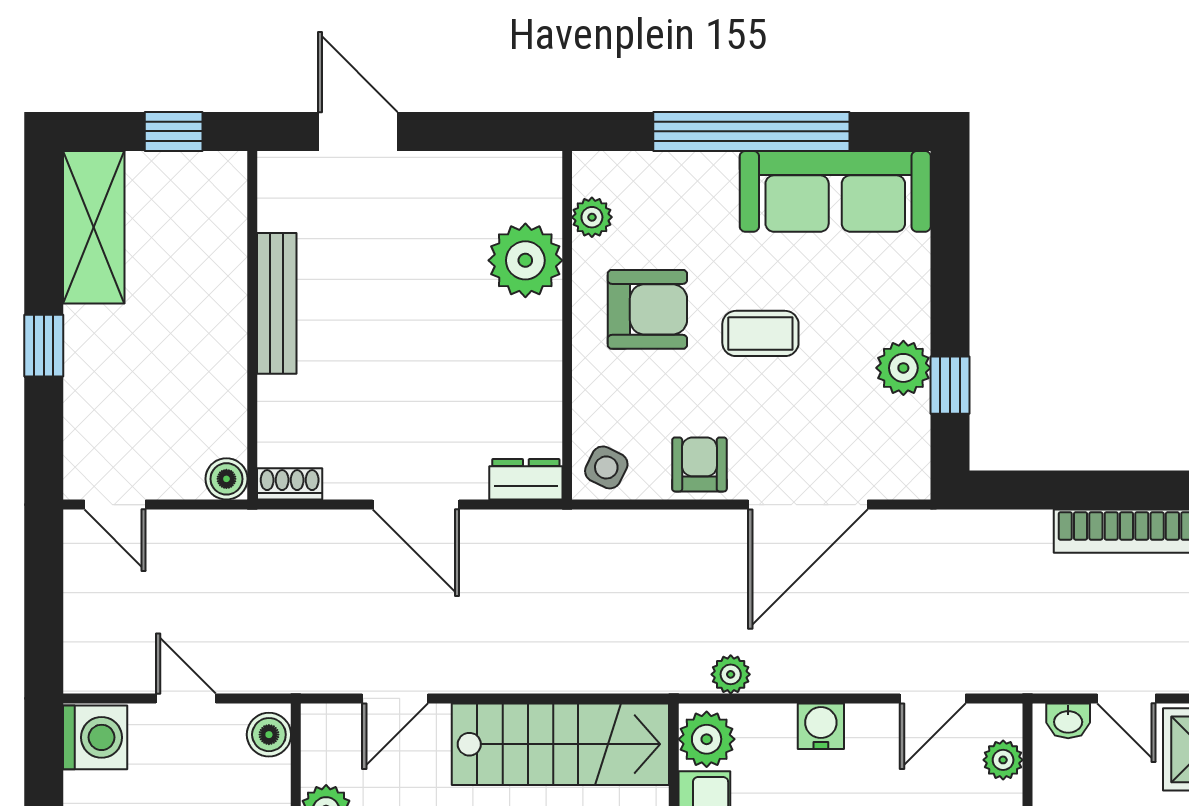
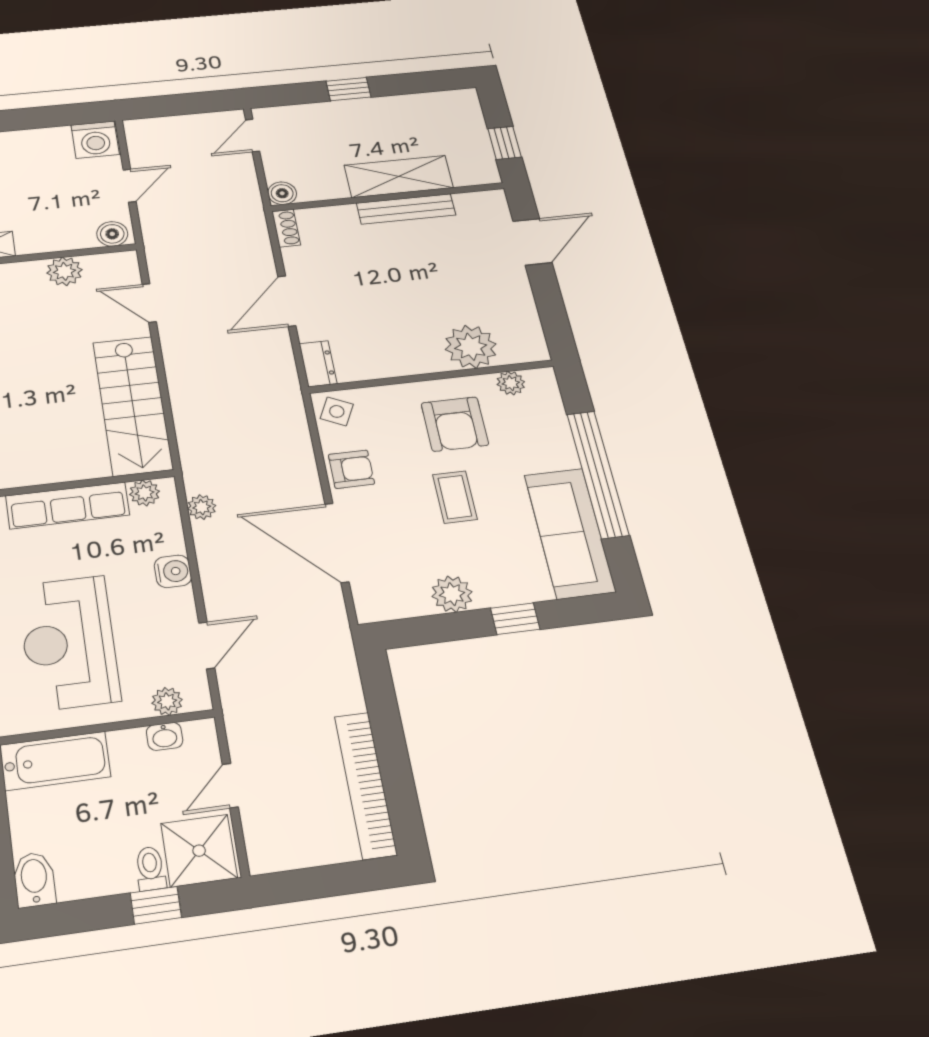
shelving: (94, 227) -> (399, 177), moved
window: (950, 385) -> (515, 619), moved
door: (933, 698) -> (207, 645), swing flipped
washbasin: (1068, 721) -> (165, 736), moved, turned -90
plant: (707, 739) -> (145, 493), width x0.73, depth x0.73

